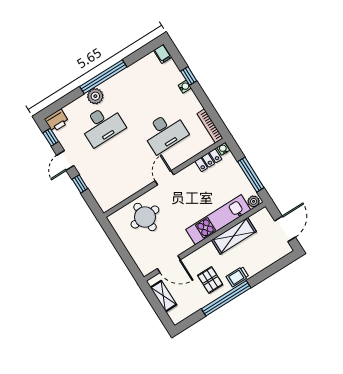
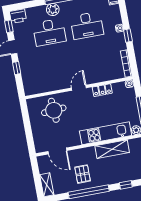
window: (189, 76) -> (128, 36), moved
desk: (165, 132) -> (87, 25), moved
locker: (208, 160) -> (102, 90), moved
window: (267, 272) -> (126, 185), added
trolley: (237, 277) -> (103, 179), removed
shelving: (163, 296) -> (47, 185), moved

